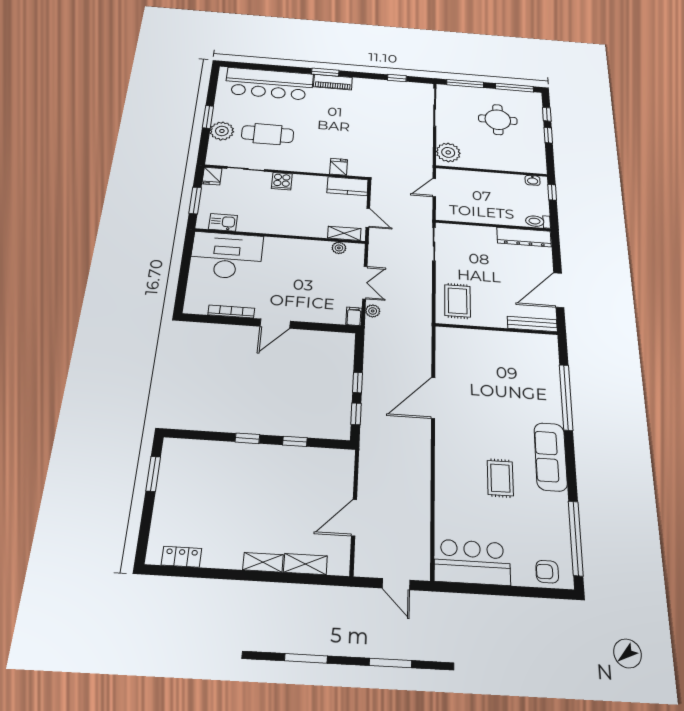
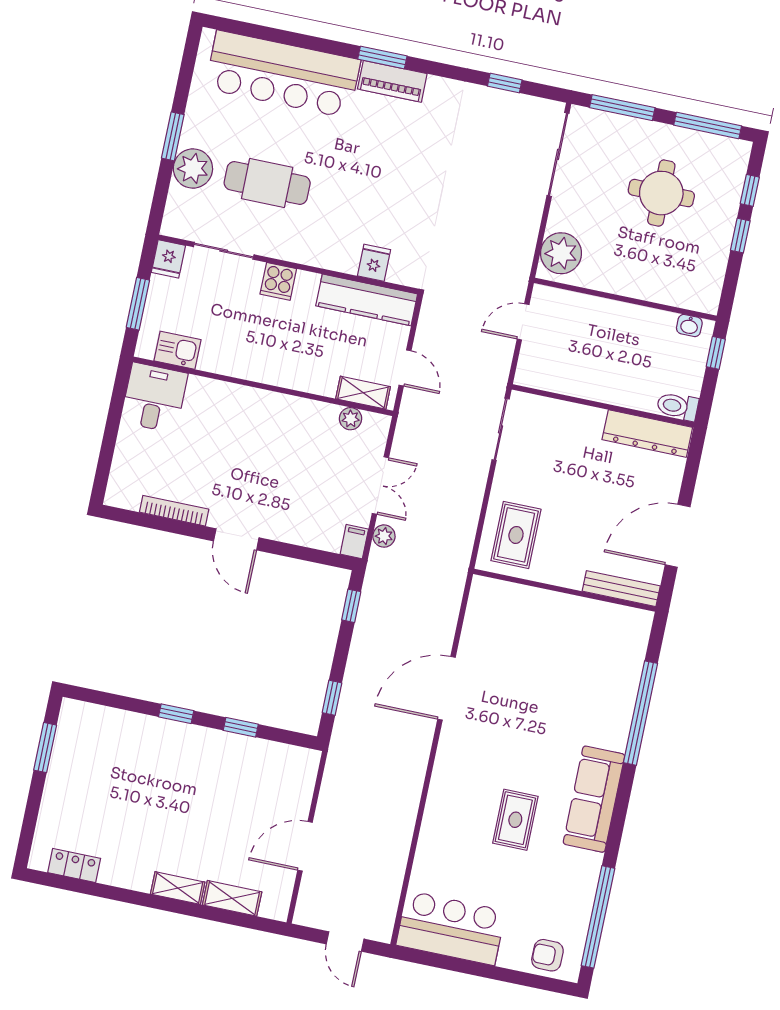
kitchen counter: (348, 186) -> (367, 300), width x1.50
desk: (226, 255) -> (154, 398), width x0.53, depth x0.77
door: (275, 324) -> (236, 539), hinge flipped
window: (357, 383) -> (351, 606), moved

